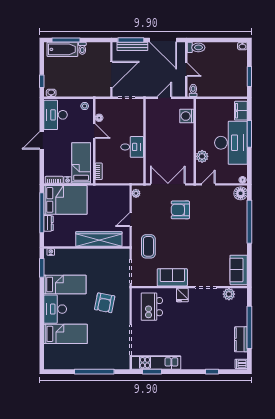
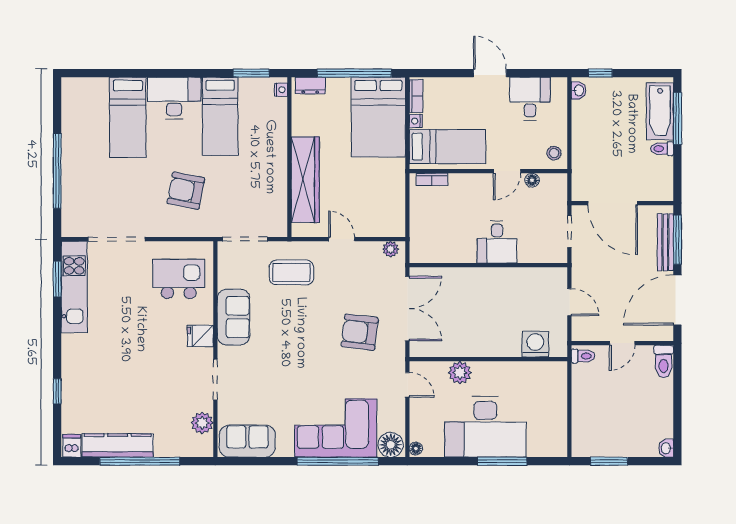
filing cabinet: (241, 111) -> (545, 445), removed
desk: (56, 115) -> (530, 99), width x0.73
desk: (132, 147) -> (497, 242), moved
armchair: (180, 210) -> (360, 332), turned -83
dresser: (49, 223) -> (310, 85), moved
corner sofa: (232, 223) -> (336, 428), added
kitchen counter: (241, 339) -> (118, 445), width x1.50

